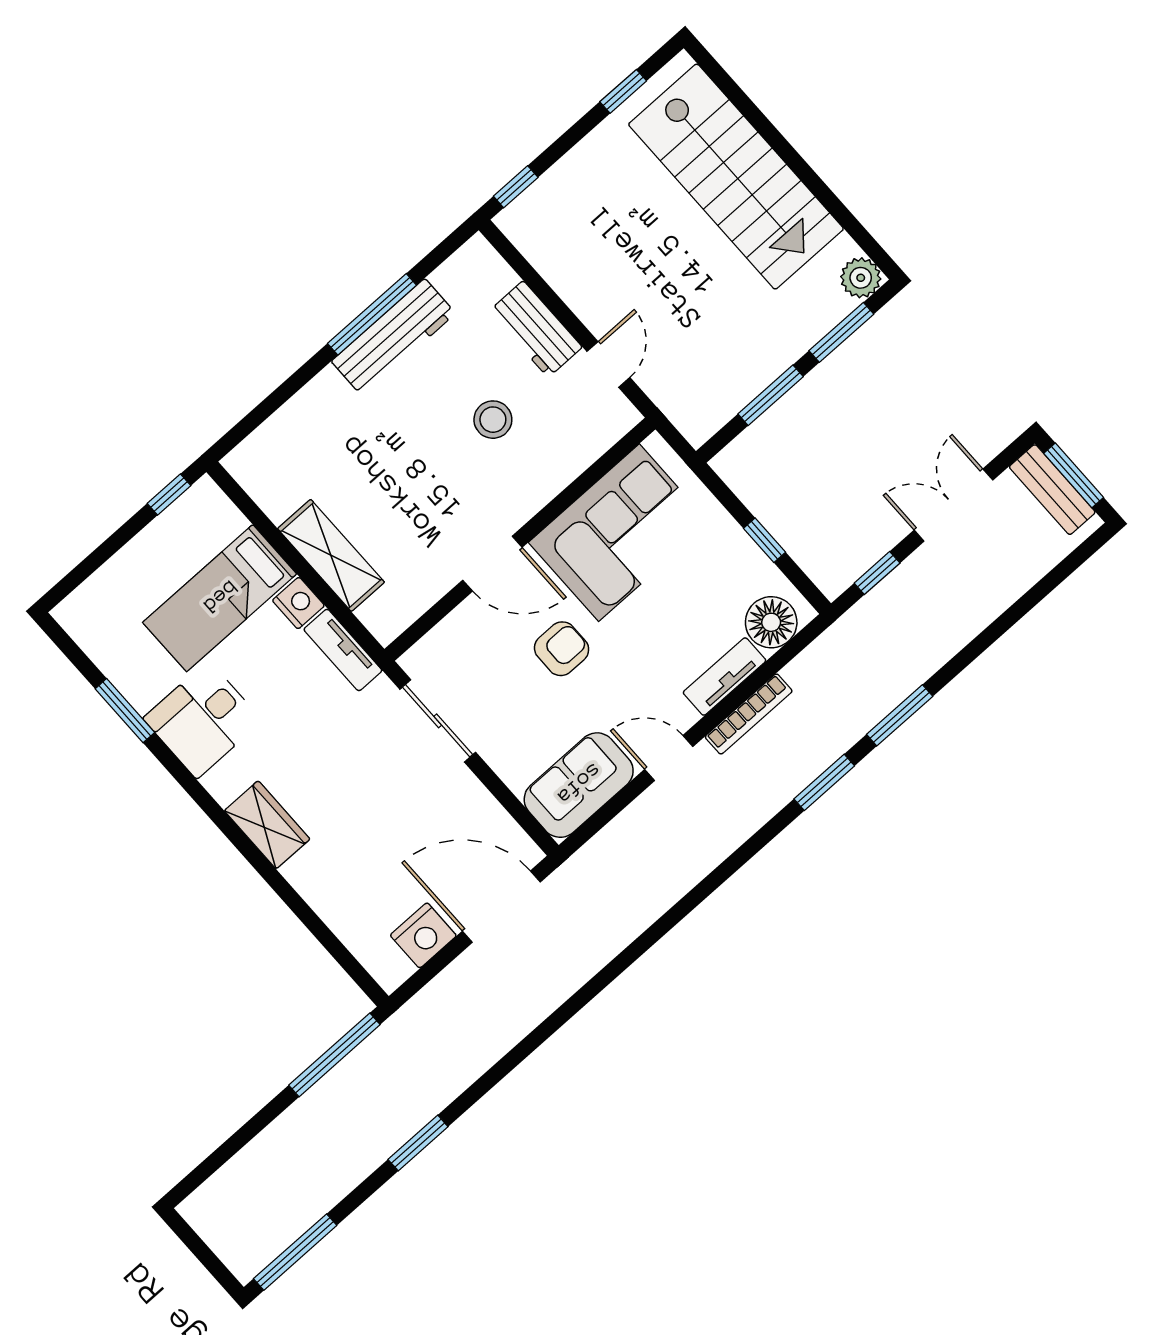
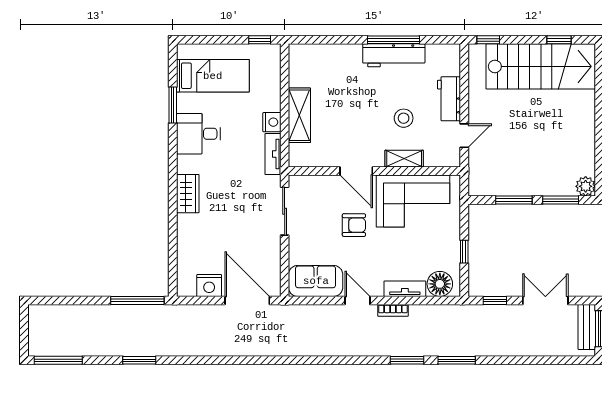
stairs: (736, 177) -> (541, 66), moved, turned -90
shelving: (548, 480) -> (404, 159), added
bed: (220, 598) -> (213, 76), moved, turned 180
bookcase: (749, 714) -> (393, 310), width x0.64

